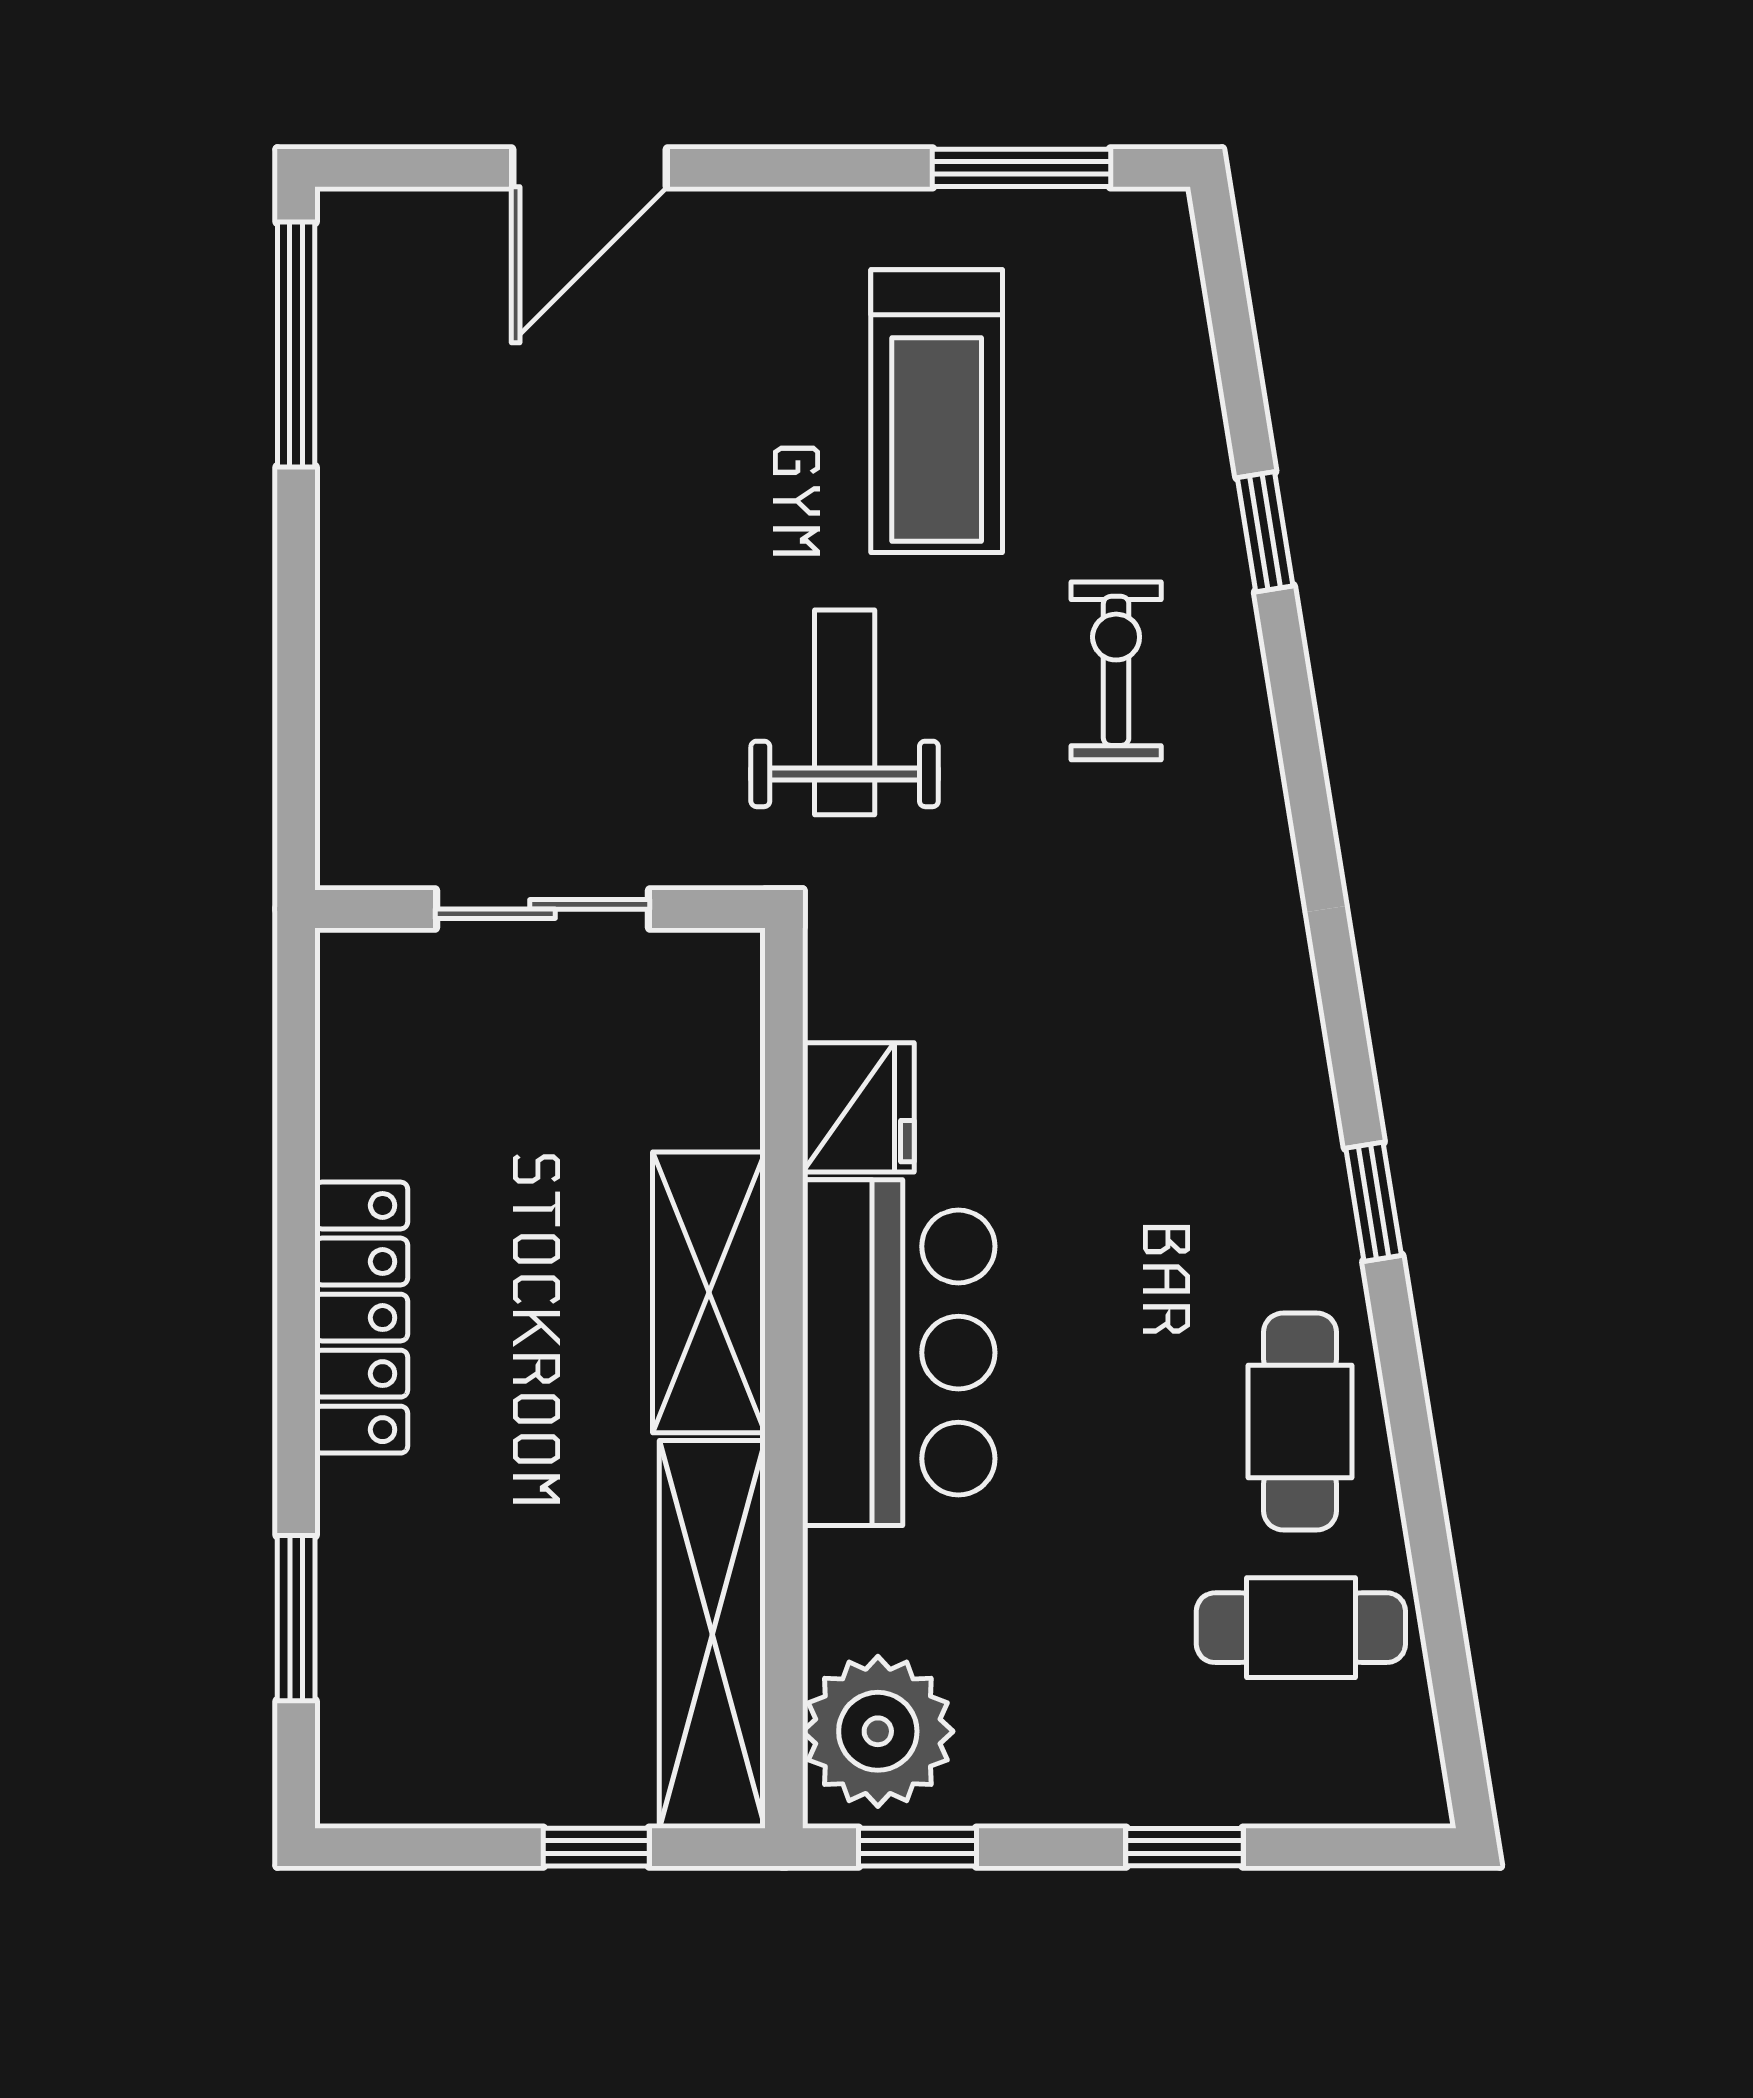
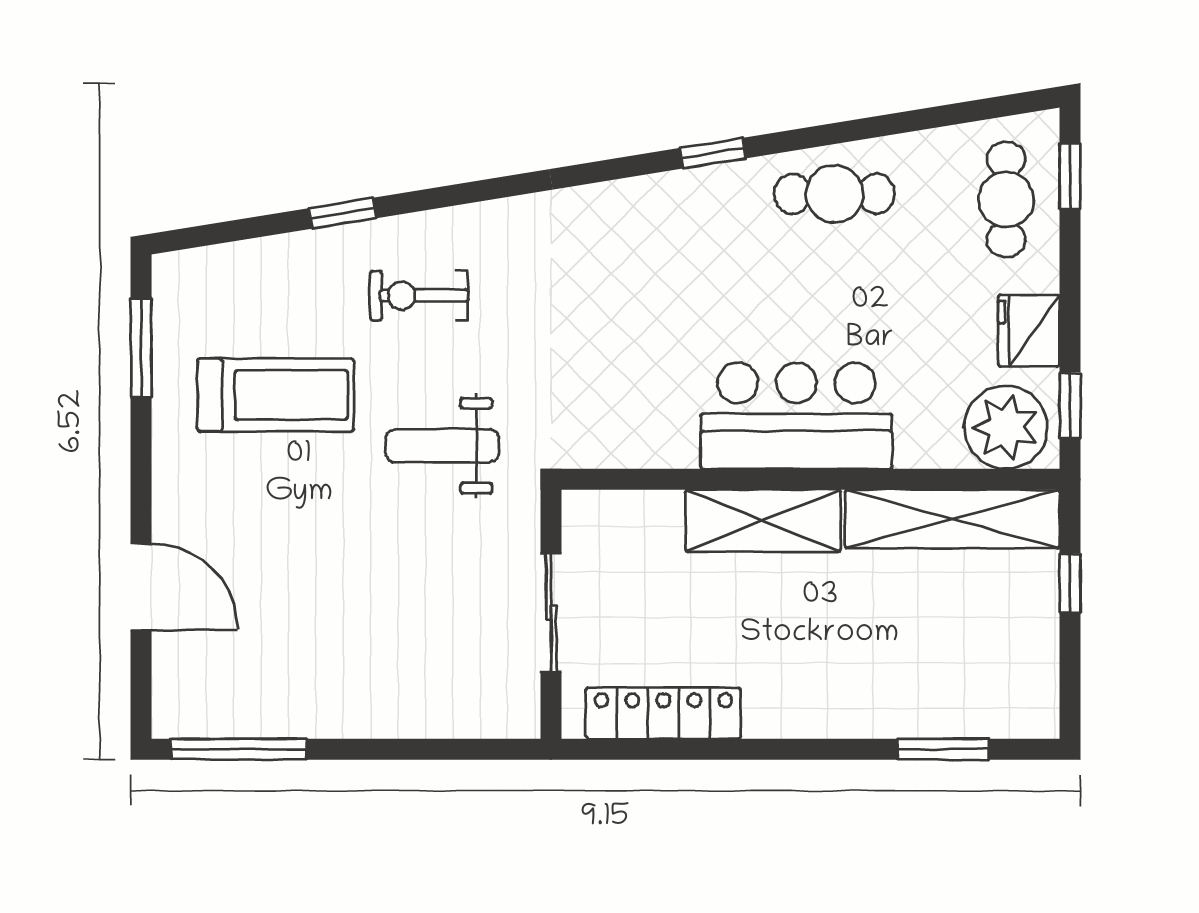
fridge: (858, 1107) -> (1029, 331), moved, turned -90
locker: (361, 1318) -> (663, 713), moved
cafe table: (1301, 1628) -> (1006, 199), moved
window: (1185, 1847) -> (1070, 176), moved

